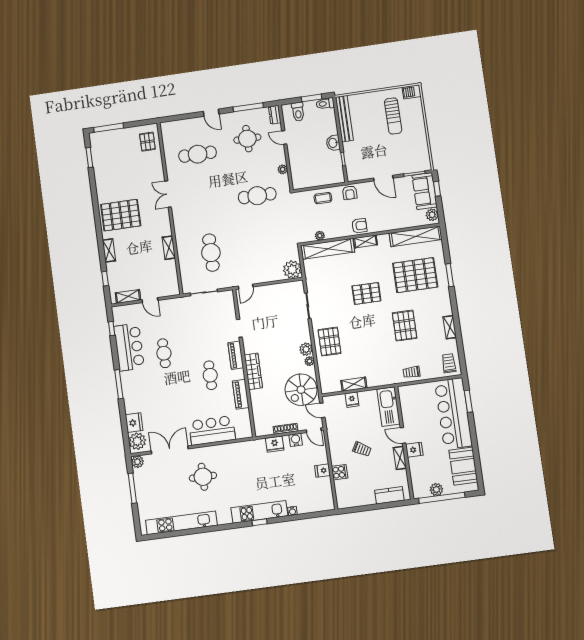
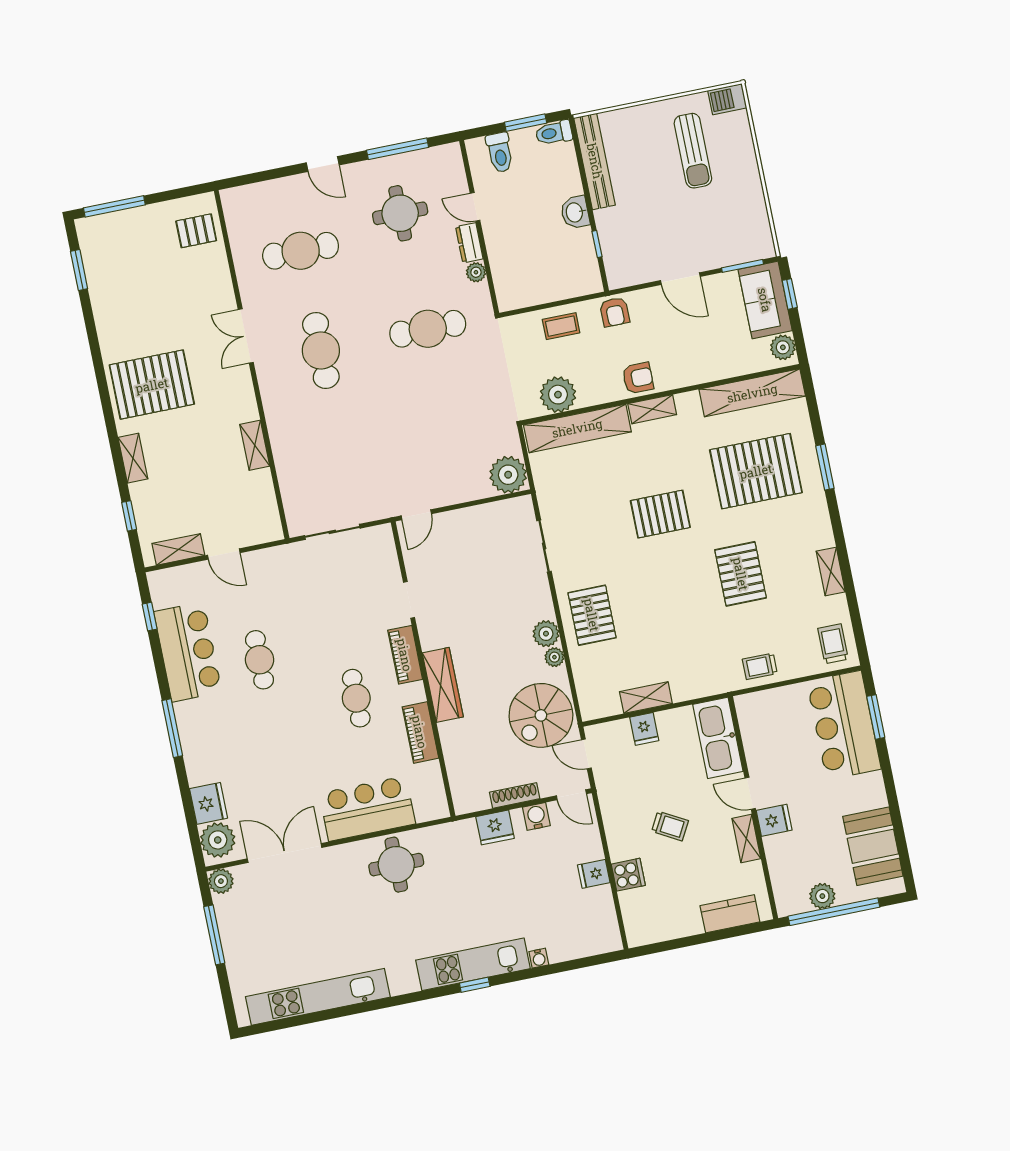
dresser: (275, 115) -> (469, 243), moved
pallet: (147, 142) -> (196, 231), turned 90
plant: (320, 236) -> (558, 395), width x1.88, depth x1.88
cafe table: (211, 253) -> (321, 350), moved
bar counter: (453, 413) -> (844, 725), width x0.73
round table: (203, 477) -> (396, 865), moved

